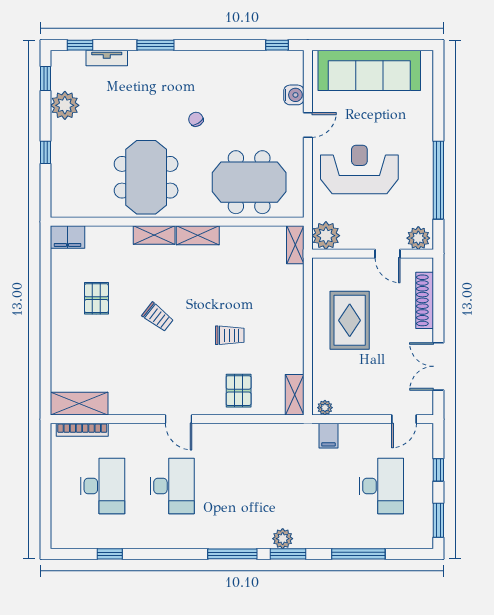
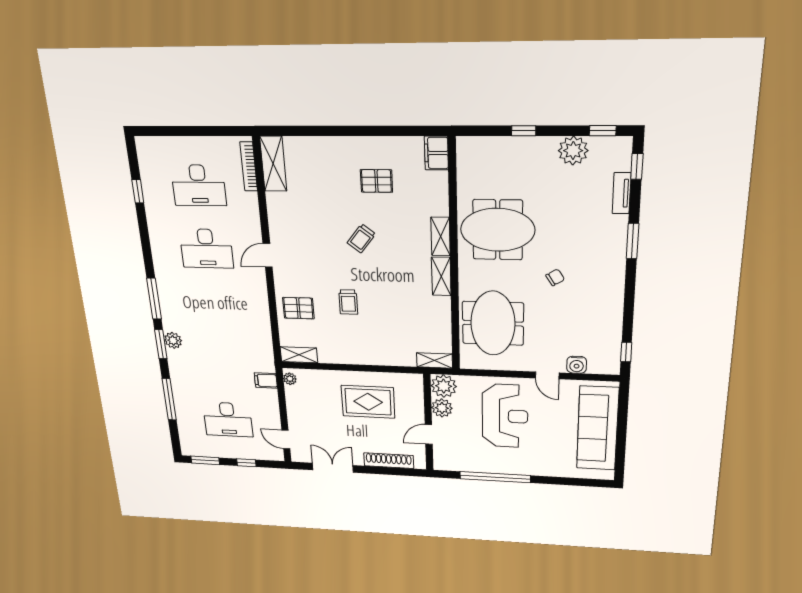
plant: (418, 238) -> (442, 408), moved

